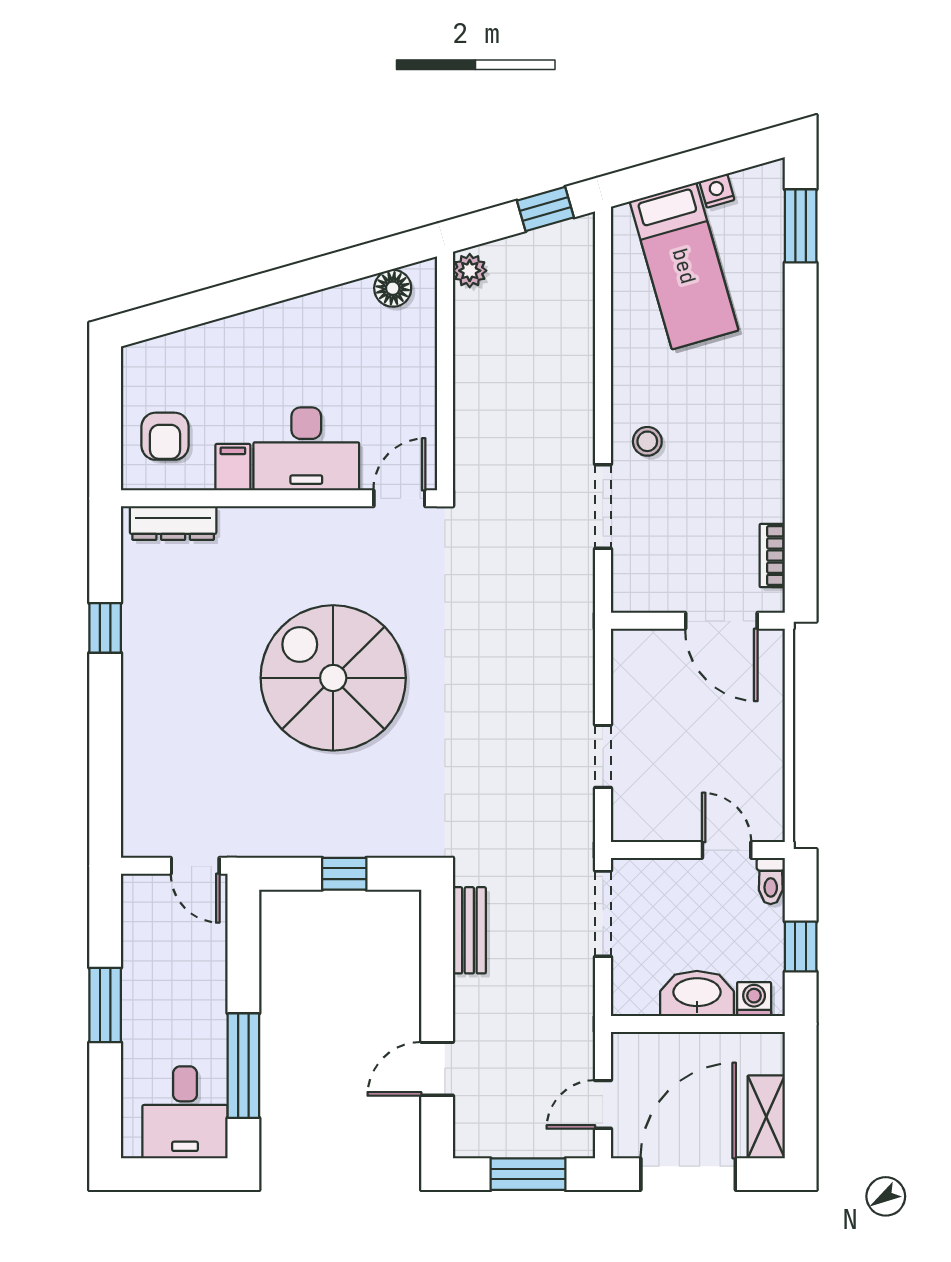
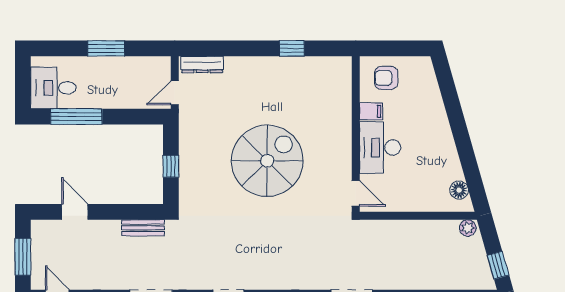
dresser: (173, 523) -> (202, 65), moved, turned -90

